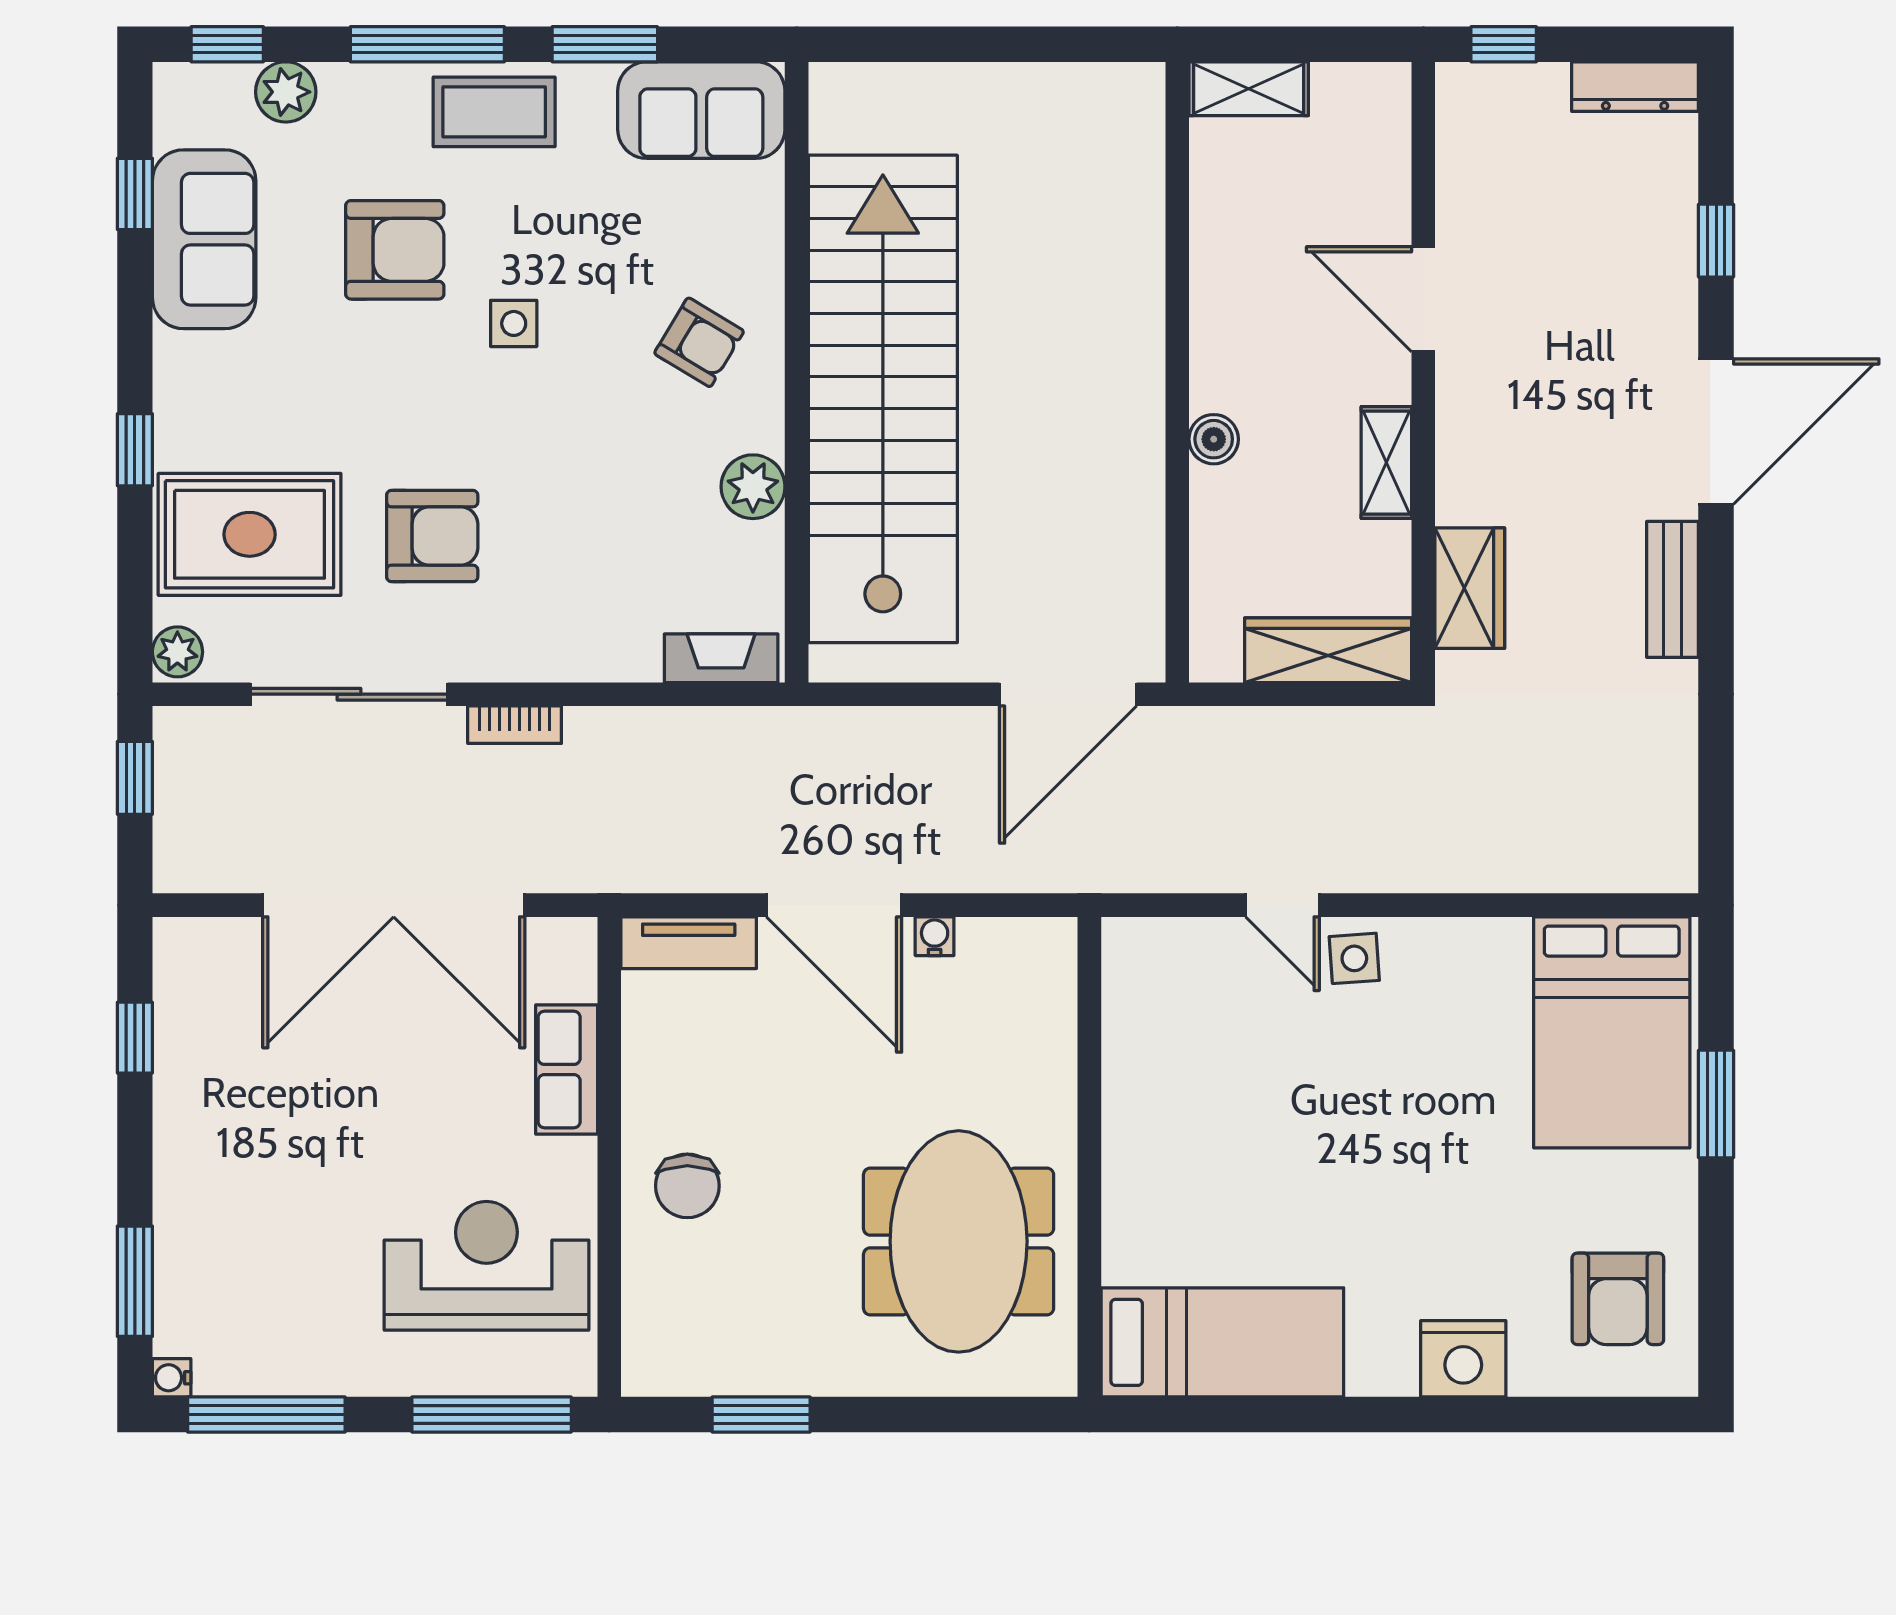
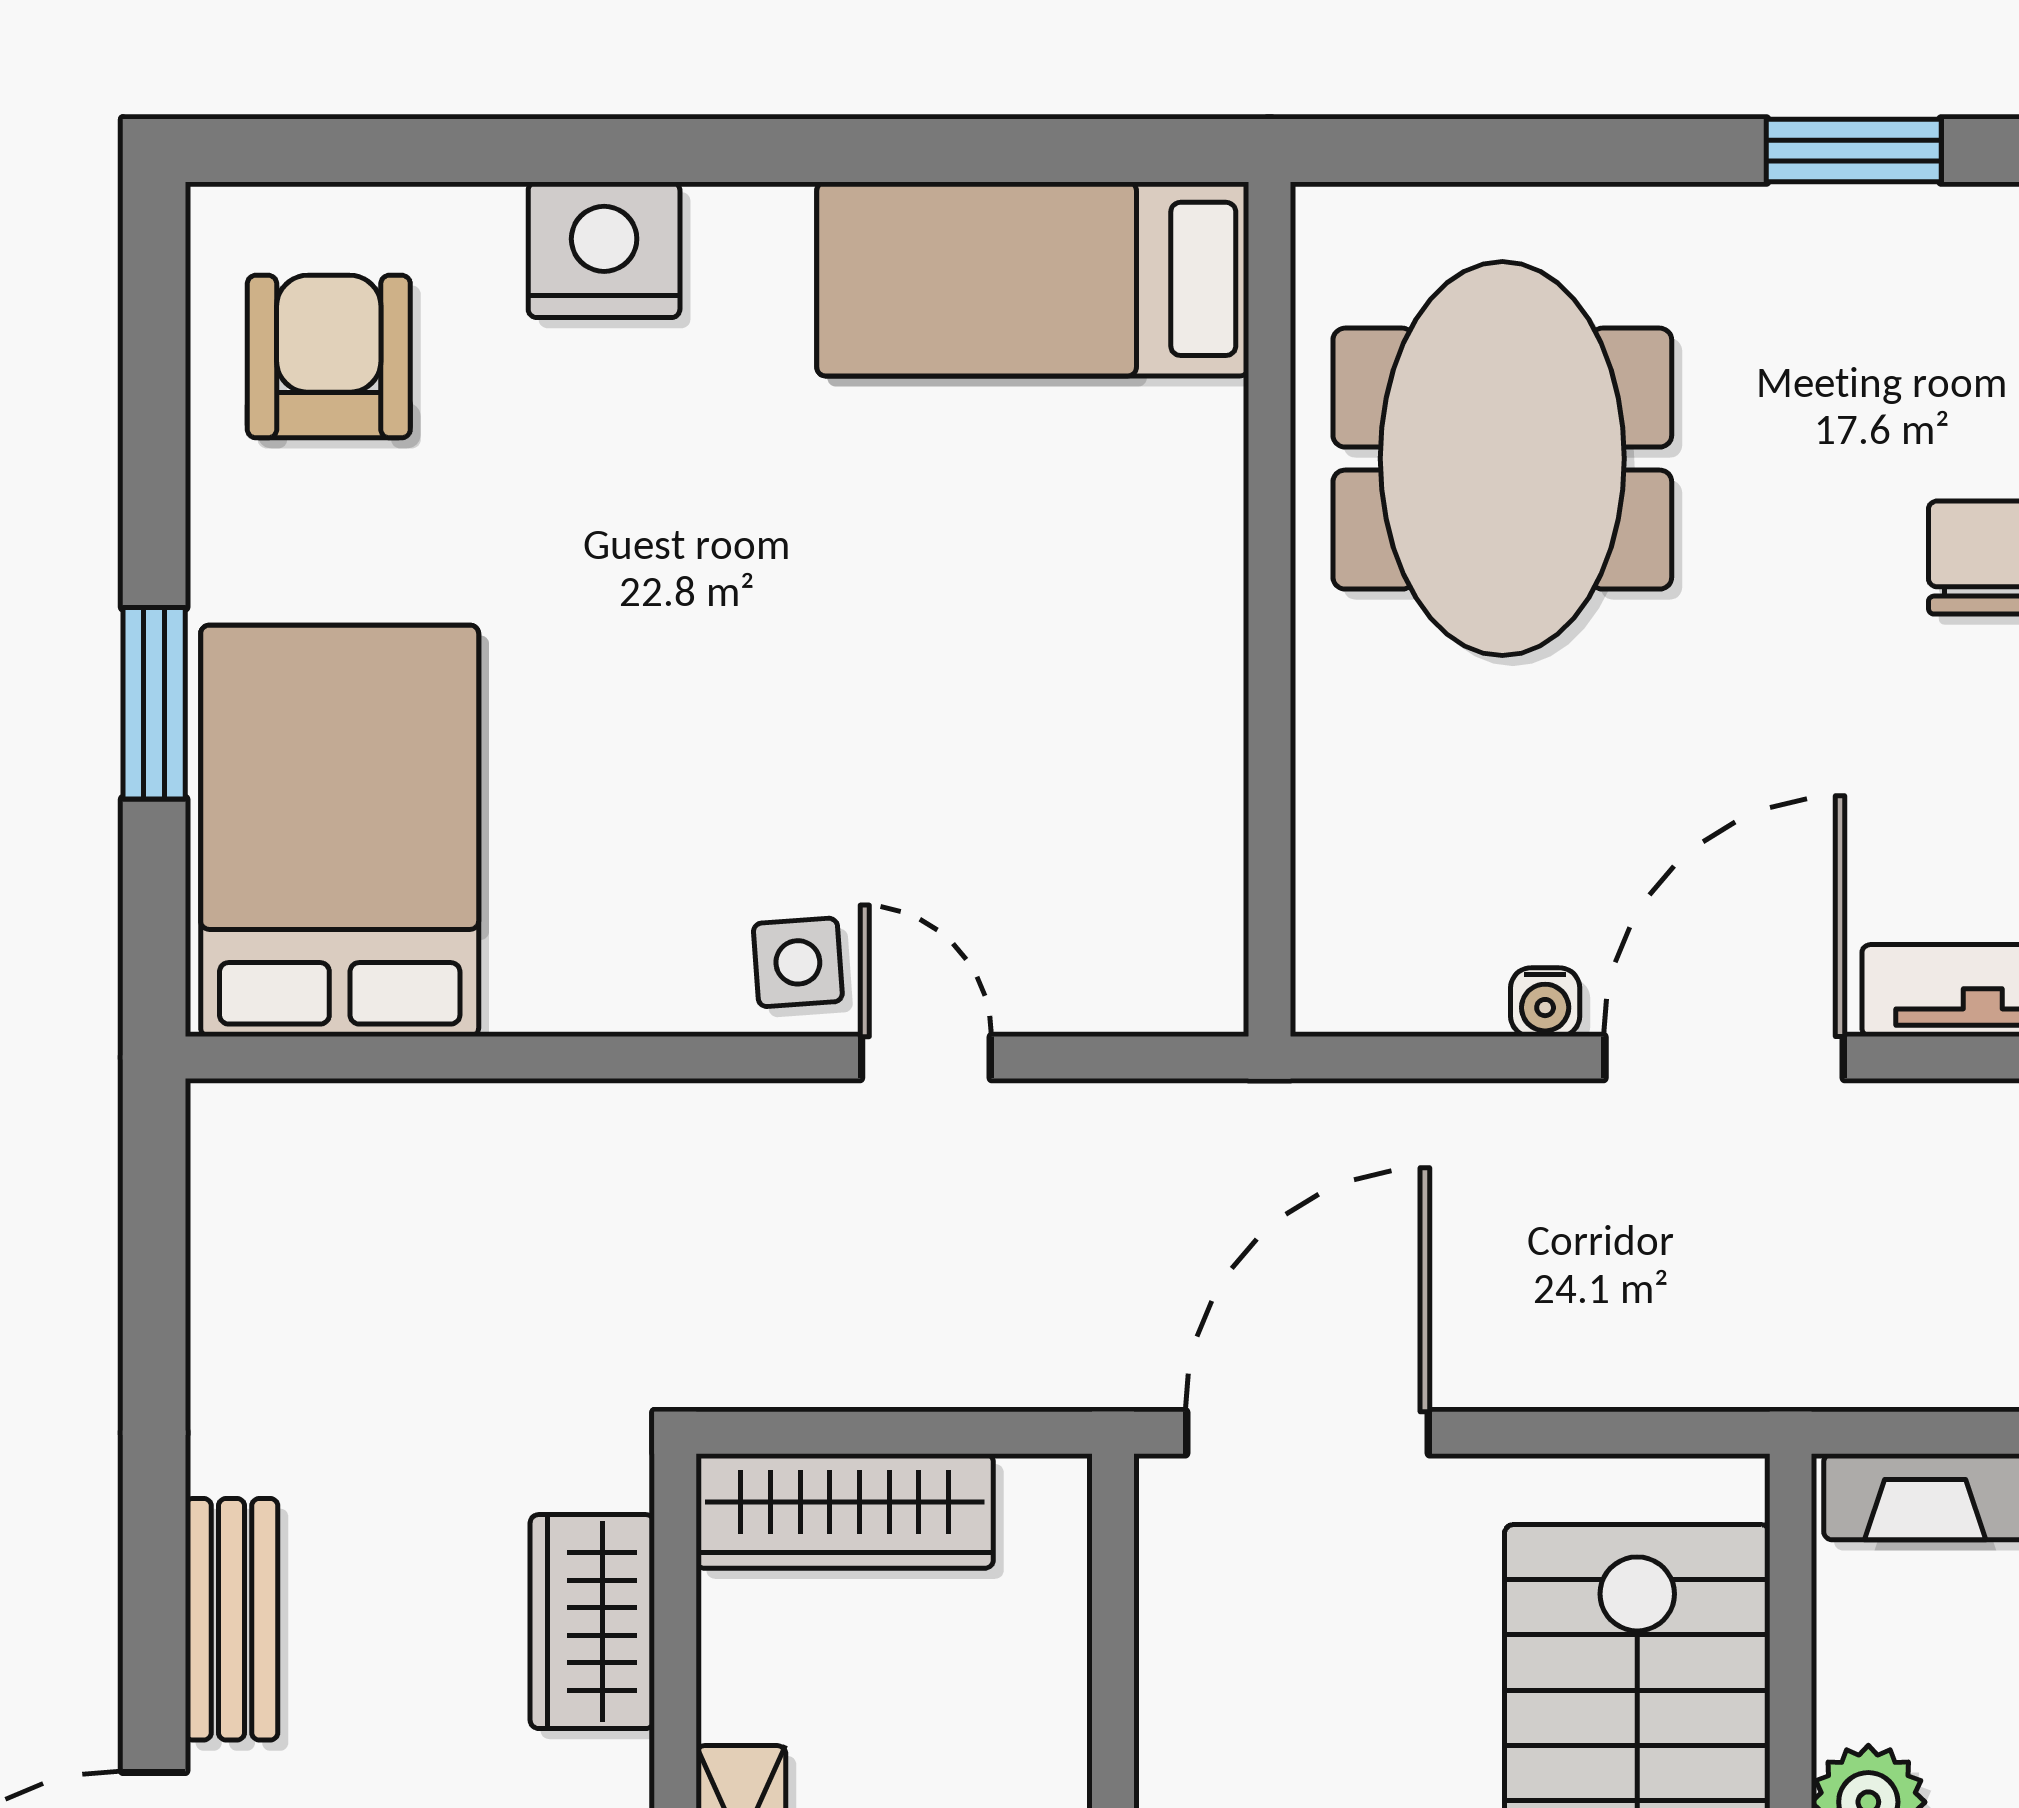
door: (834, 905) -> (1724, 1057), hinge flipped

